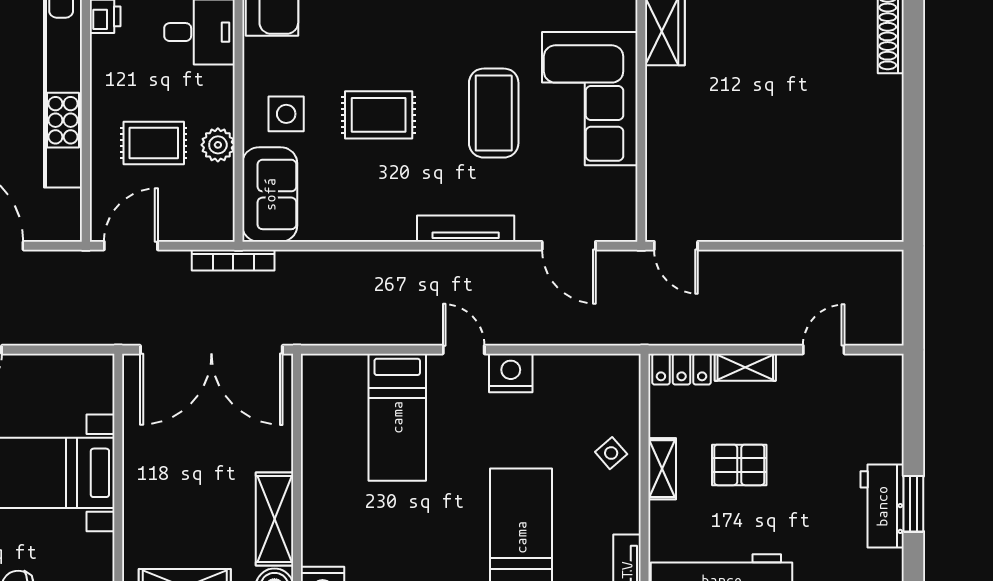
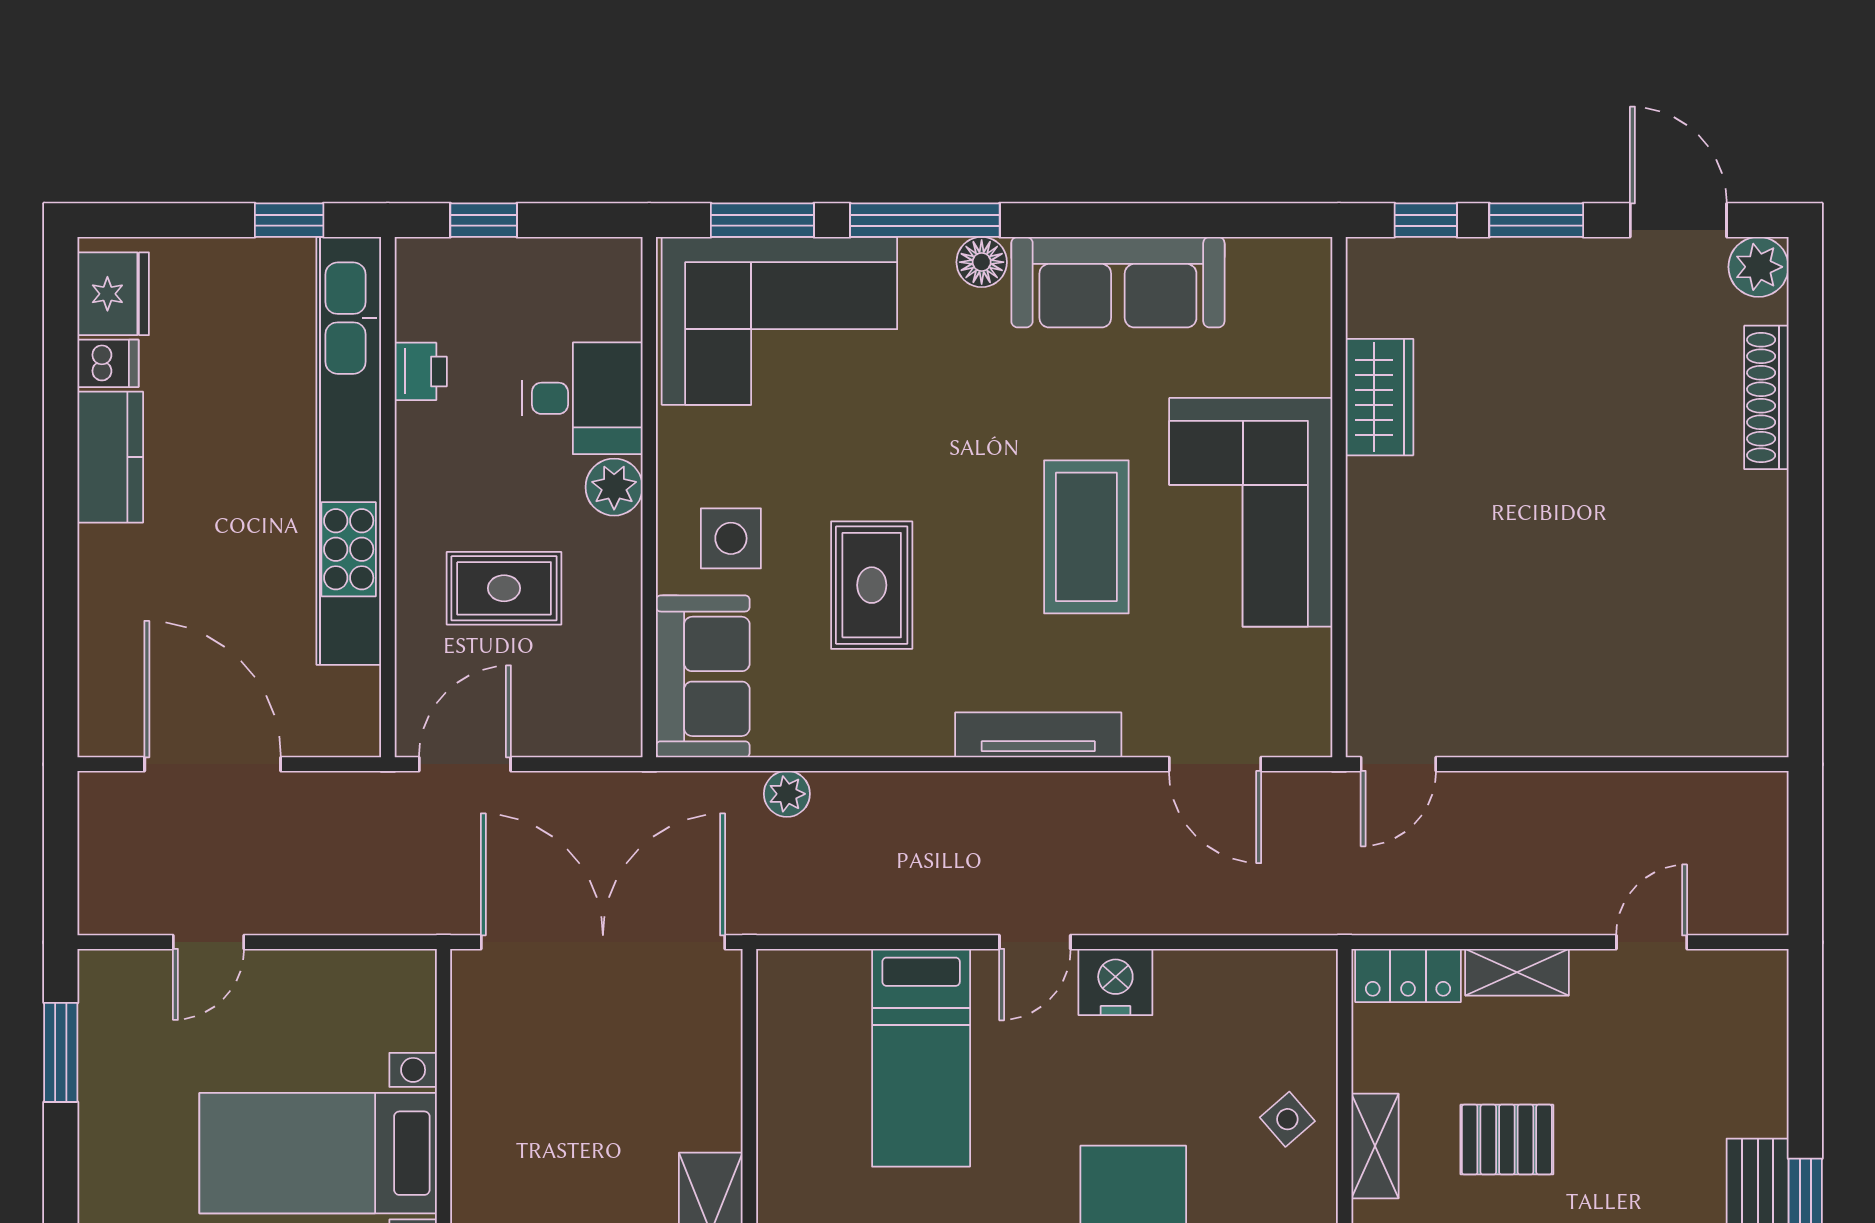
rug: (379, 115) -> (872, 585), moved, turned 90
plant: (218, 145) -> (614, 487), moved
door: (676, 246) -> (1398, 764), hinge flipped
bookcase: (233, 260) -> (640, 789), removed
plant: (319, 263) -> (787, 794), added
double door: (211, 350) -> (603, 942), swing flipped
door: (464, 350) -> (1035, 942), swing flipped

